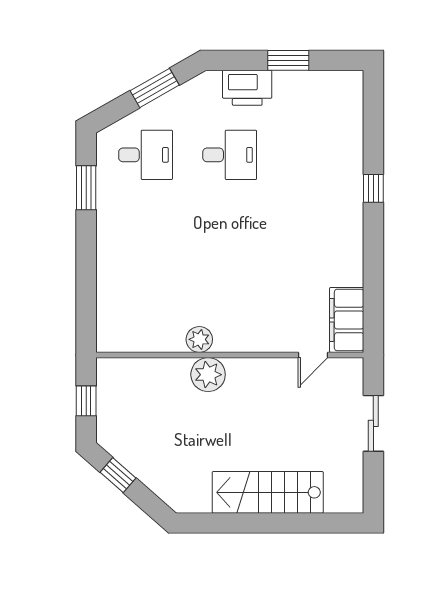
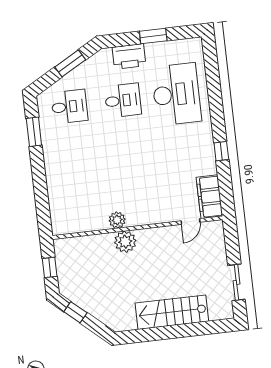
desk: (314, 155) -> (176, 94), added
window: (373, 188) -> (221, 151), moved
sliding door: (373, 423) -> (236, 282), moved

